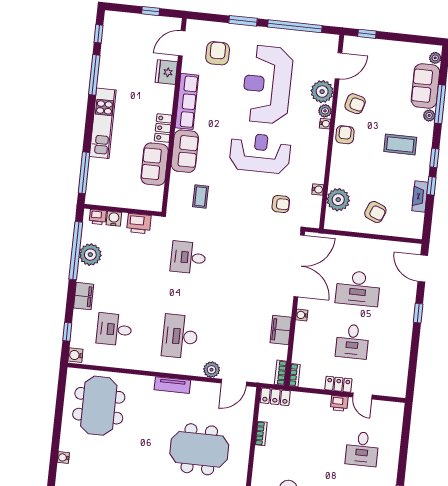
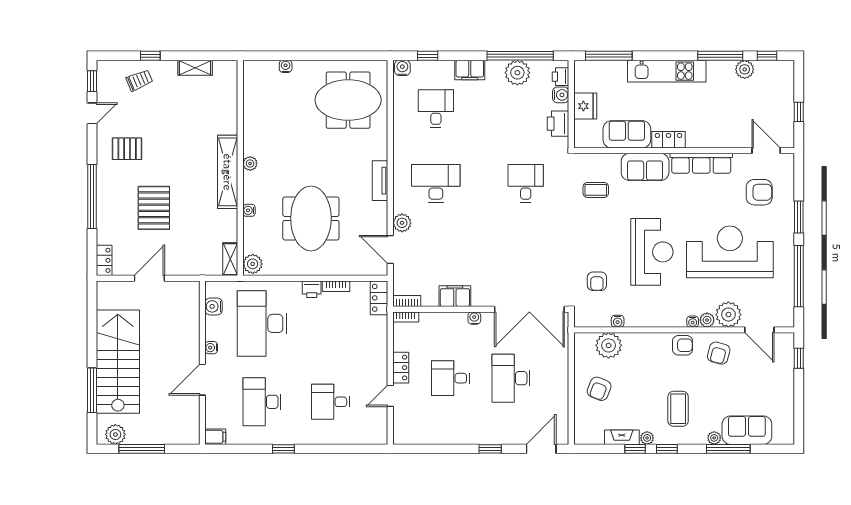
plant: (108, 55) -> (745, 69), added
plant: (435, 58) -> (647, 438), moved
fridge: (166, 72) -> (585, 106), moved, turned 90
printer: (339, 403) -> (312, 289), moved, turned -90

